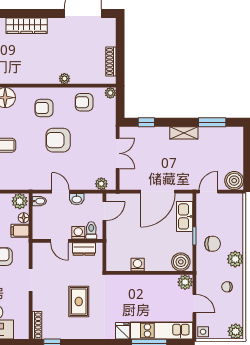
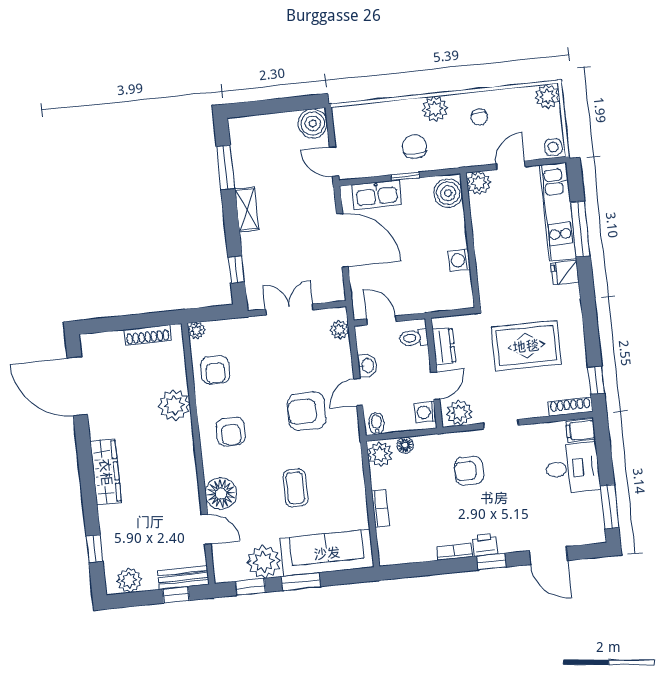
plant: (64, 79) -> (174, 405), width x1.88, depth x1.88
armchair: (58, 140) -> (307, 411), moved, turned 90
filing cabinet: (20, 231) -> (581, 430), moved, turned 90
washing machine: (78, 233) -> (425, 412), moved
plant: (41, 254) -> (459, 413), added
rug: (79, 301) -> (526, 346), width x1.36, depth x1.43

